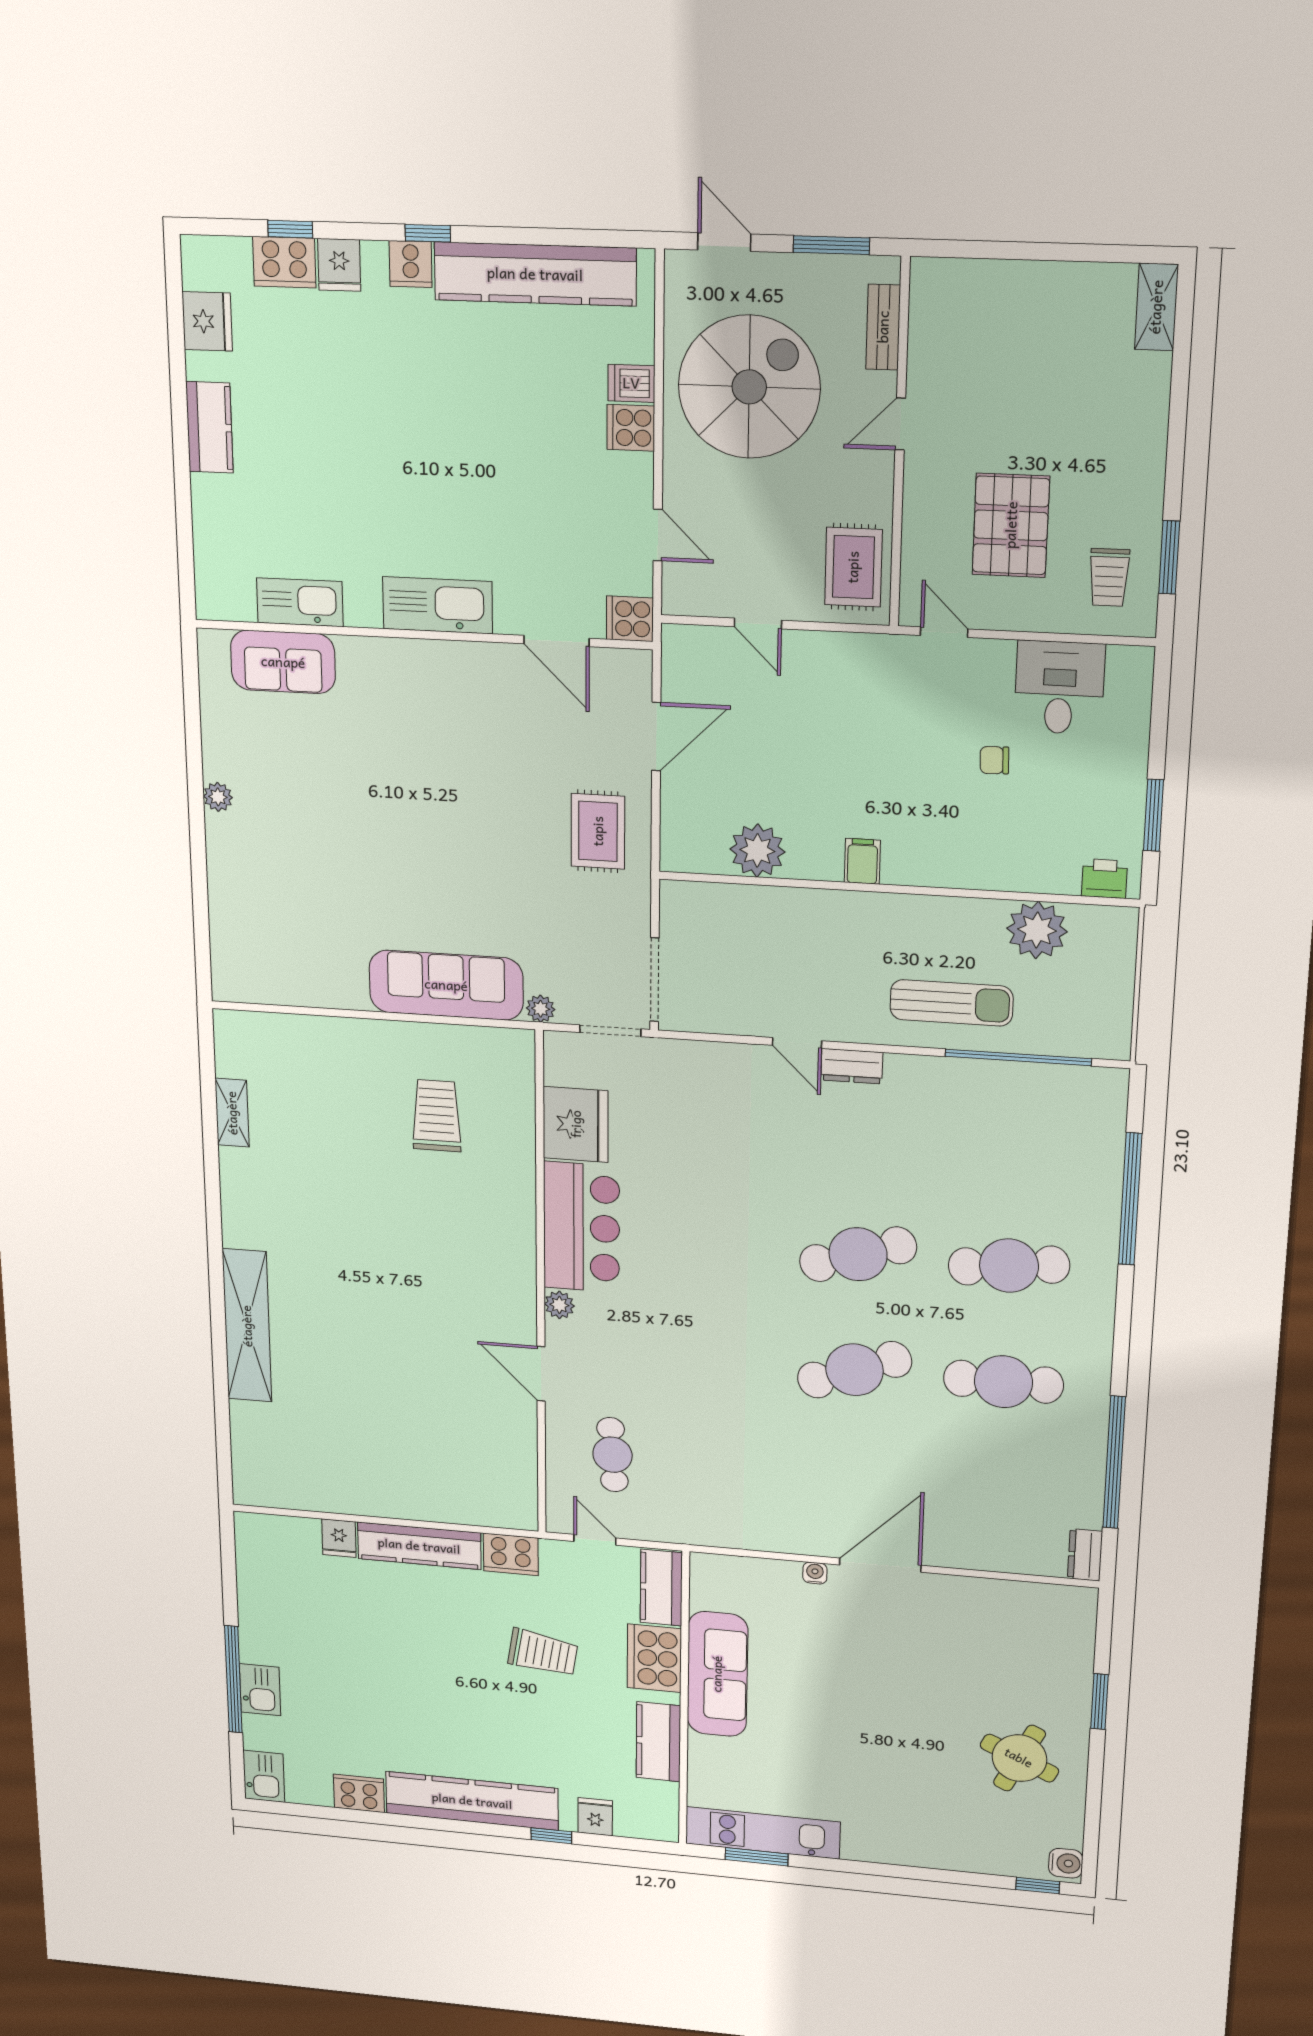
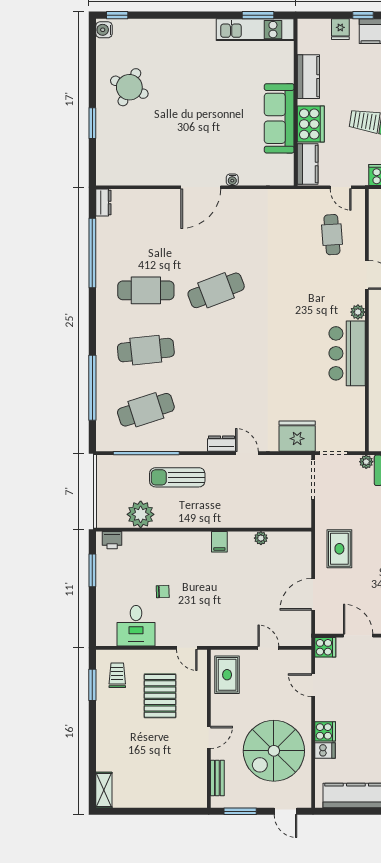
plant: (757, 850) -> (261, 538), width x0.53, depth x0.53
fridge: (576, 1124) -> (297, 436), moved, turned 90
cafe table: (858, 1254) -> (146, 410), moved

